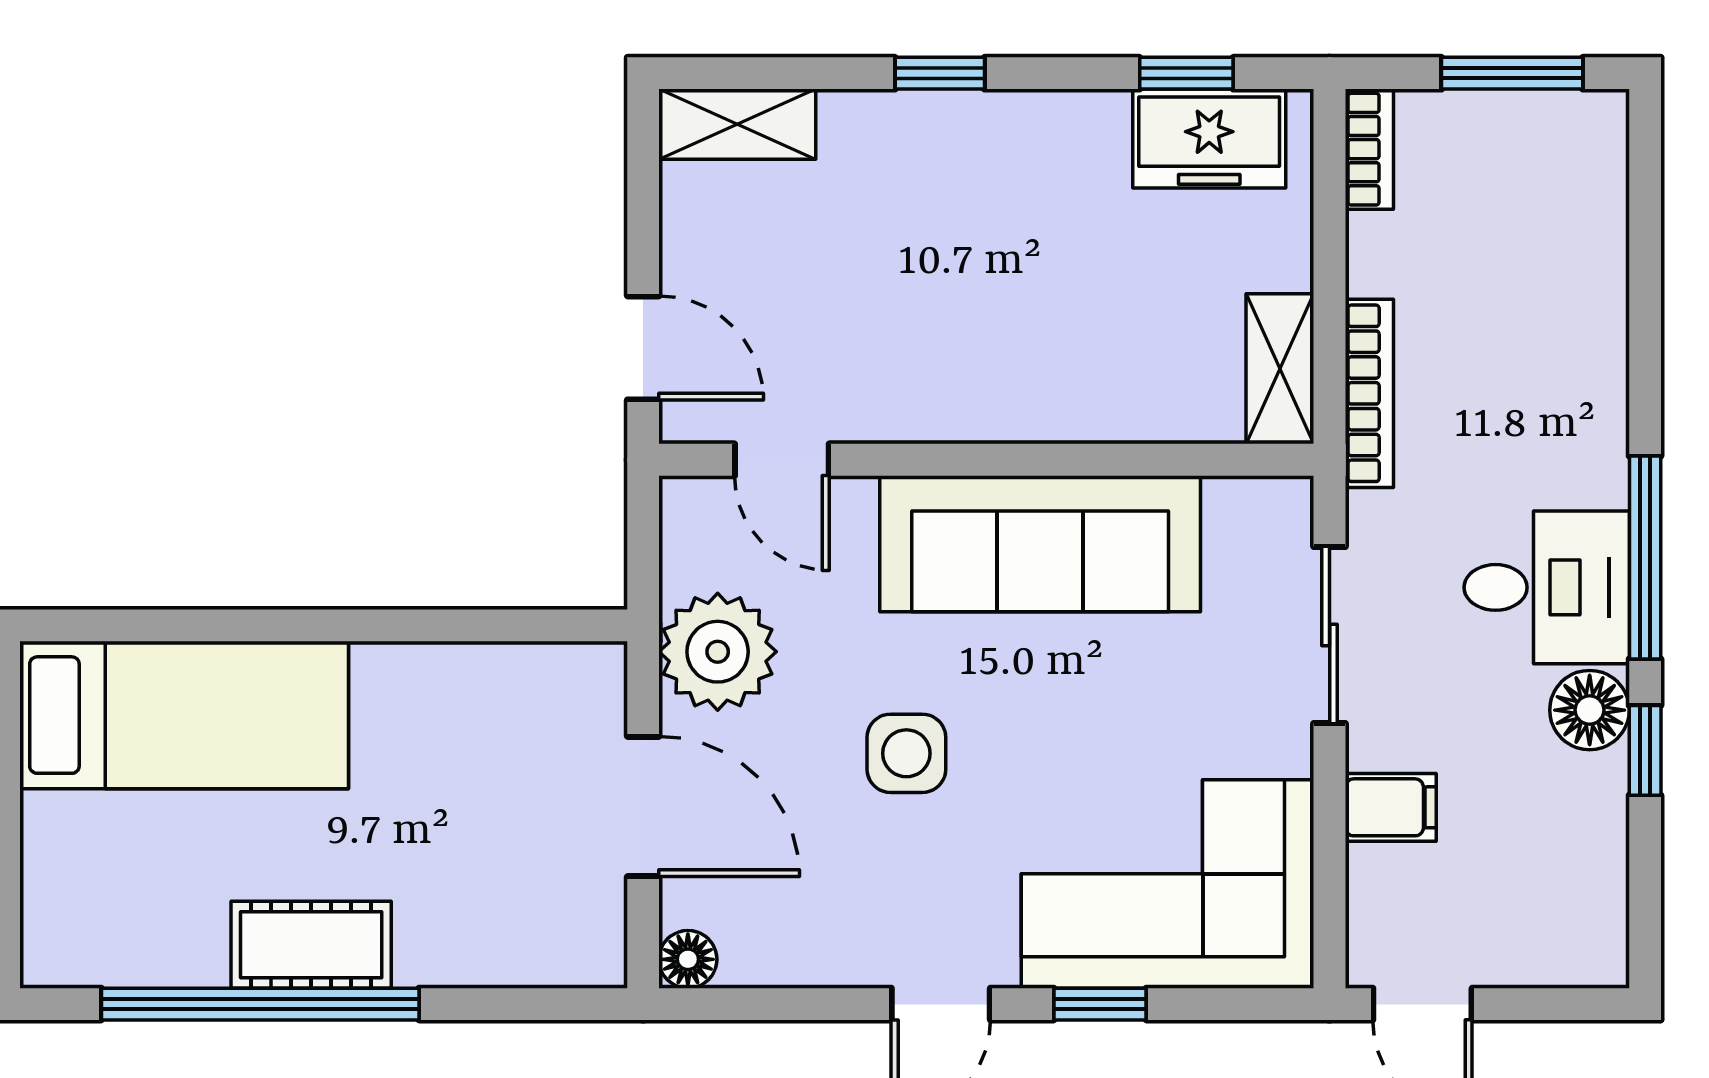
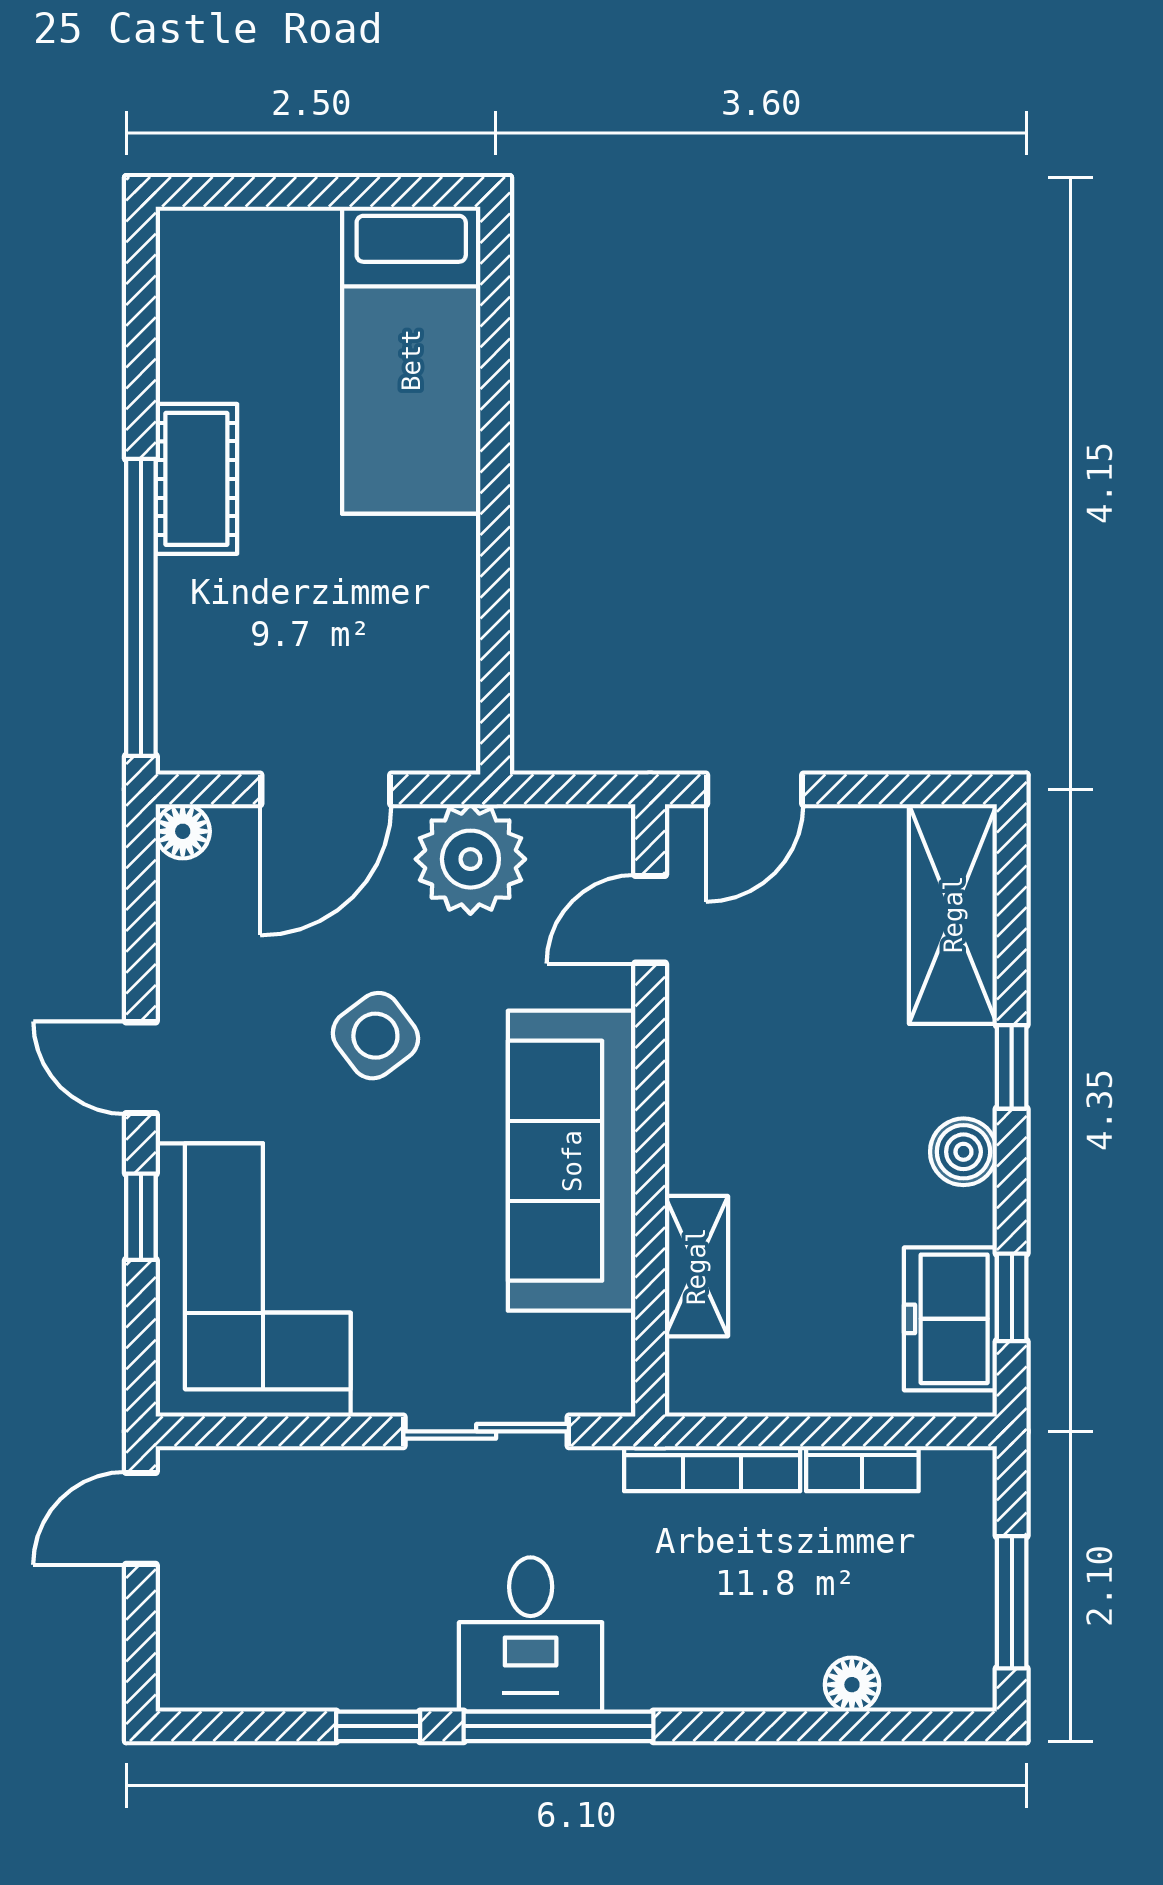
shelving: (737, 124) -> (953, 914), width x1.50, depth x1.33
boiler: (1031, 125) -> (963, 1152), added
bookcase: (1369, 149) -> (862, 1469), moved
shelving: (1280, 369) -> (696, 1266), moved, turned 90
floor lamp: (1590, 710) -> (852, 1685), moved, width x0.73, depth x0.73
side table: (906, 753) -> (375, 1036), turned -37
filing cabinet: (1391, 807) -> (325, 1489), removed
window: (260, 1004) -> (141, 607), moved

